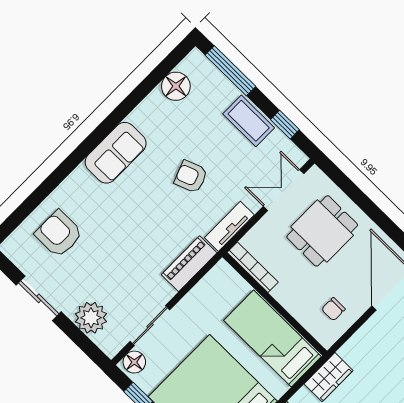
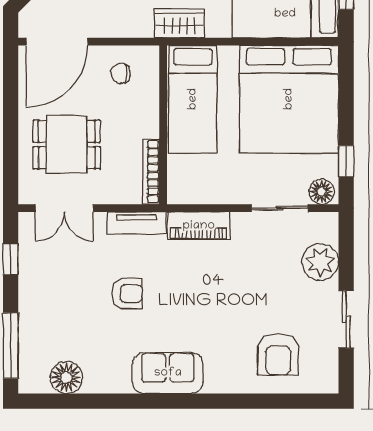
coffee table: (249, 121) -> (36, 291), removed
armchair: (191, 177) -> (127, 294), turned -69
chair: (333, 309) -> (121, 73), turned 180

